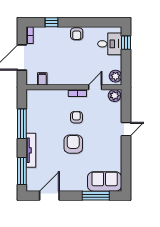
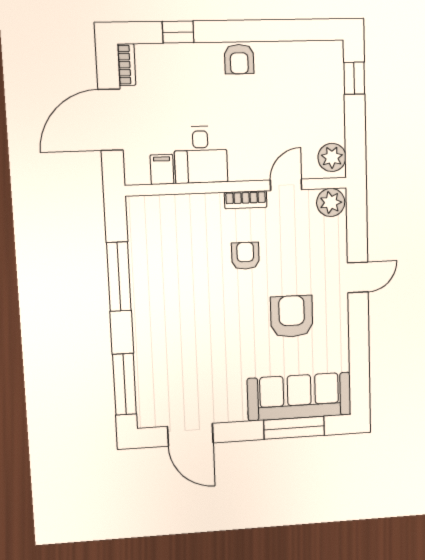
desk: (110, 44) -> (201, 155), moved, turned 90
armchair: (73, 144) -> (292, 316), moved
tv unit: (31, 150) -> (143, 336), removed
sofa: (105, 181) -> (299, 397), width x1.36
door: (49, 196) -> (190, 435), swing flipped

